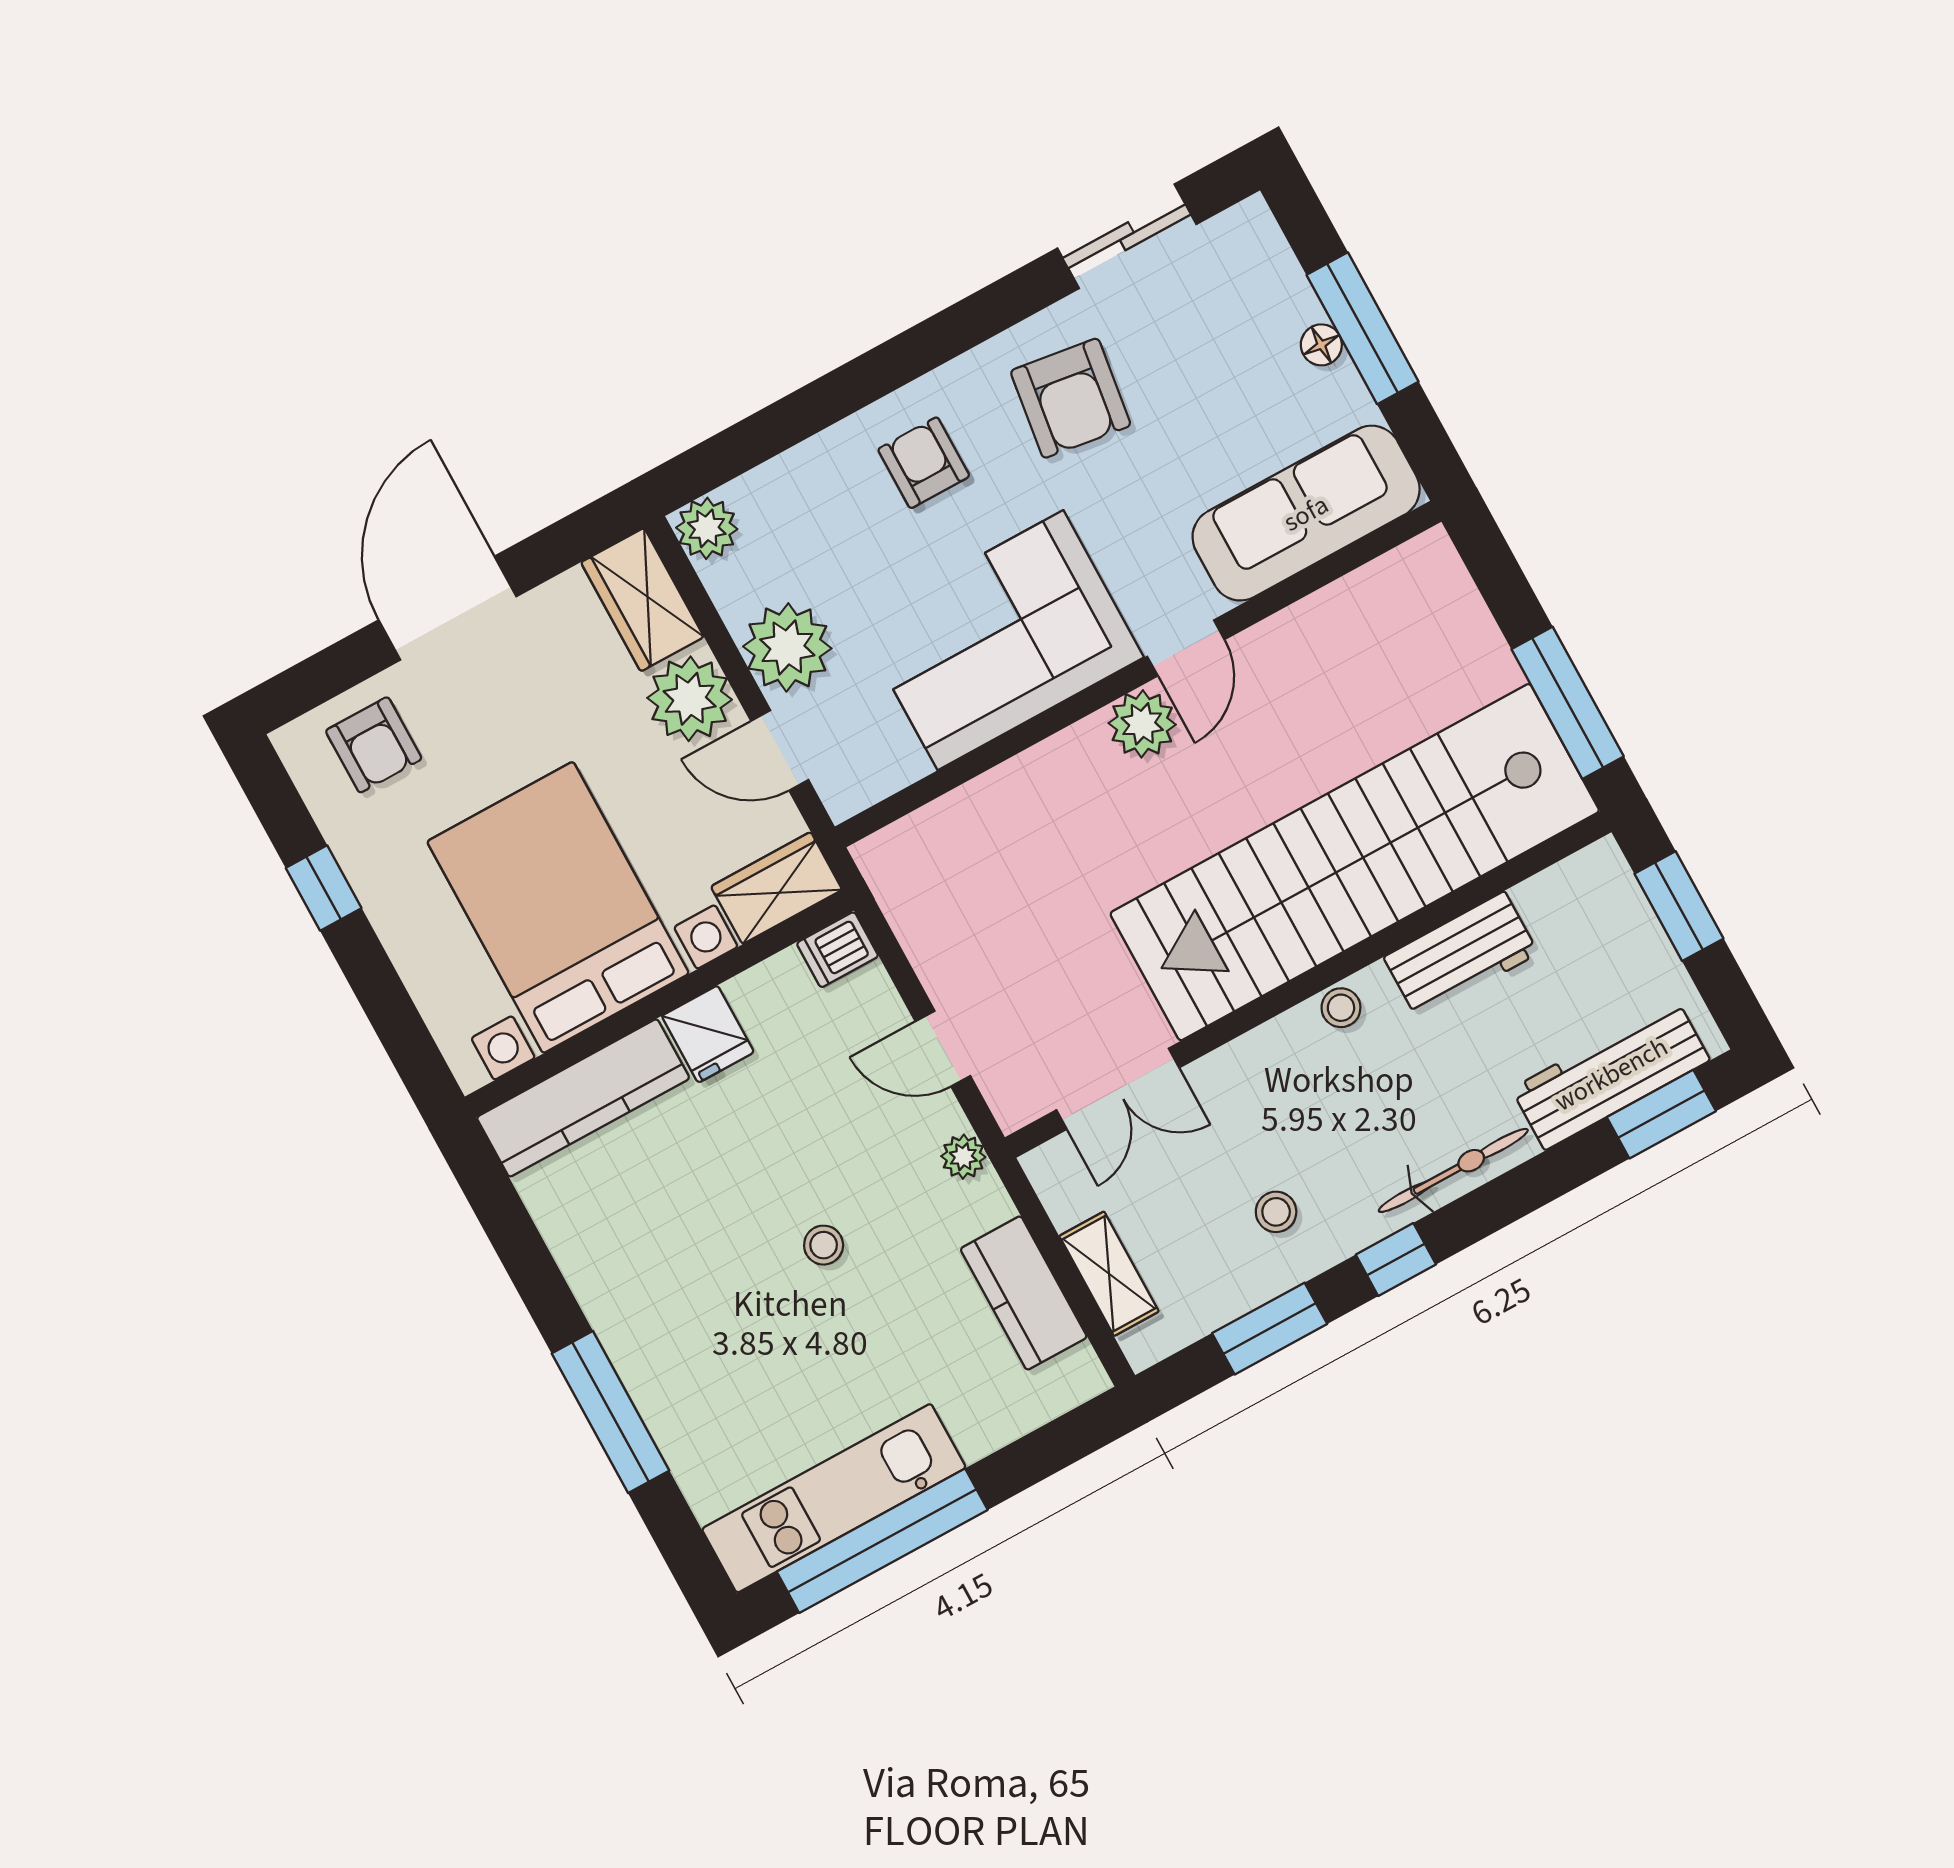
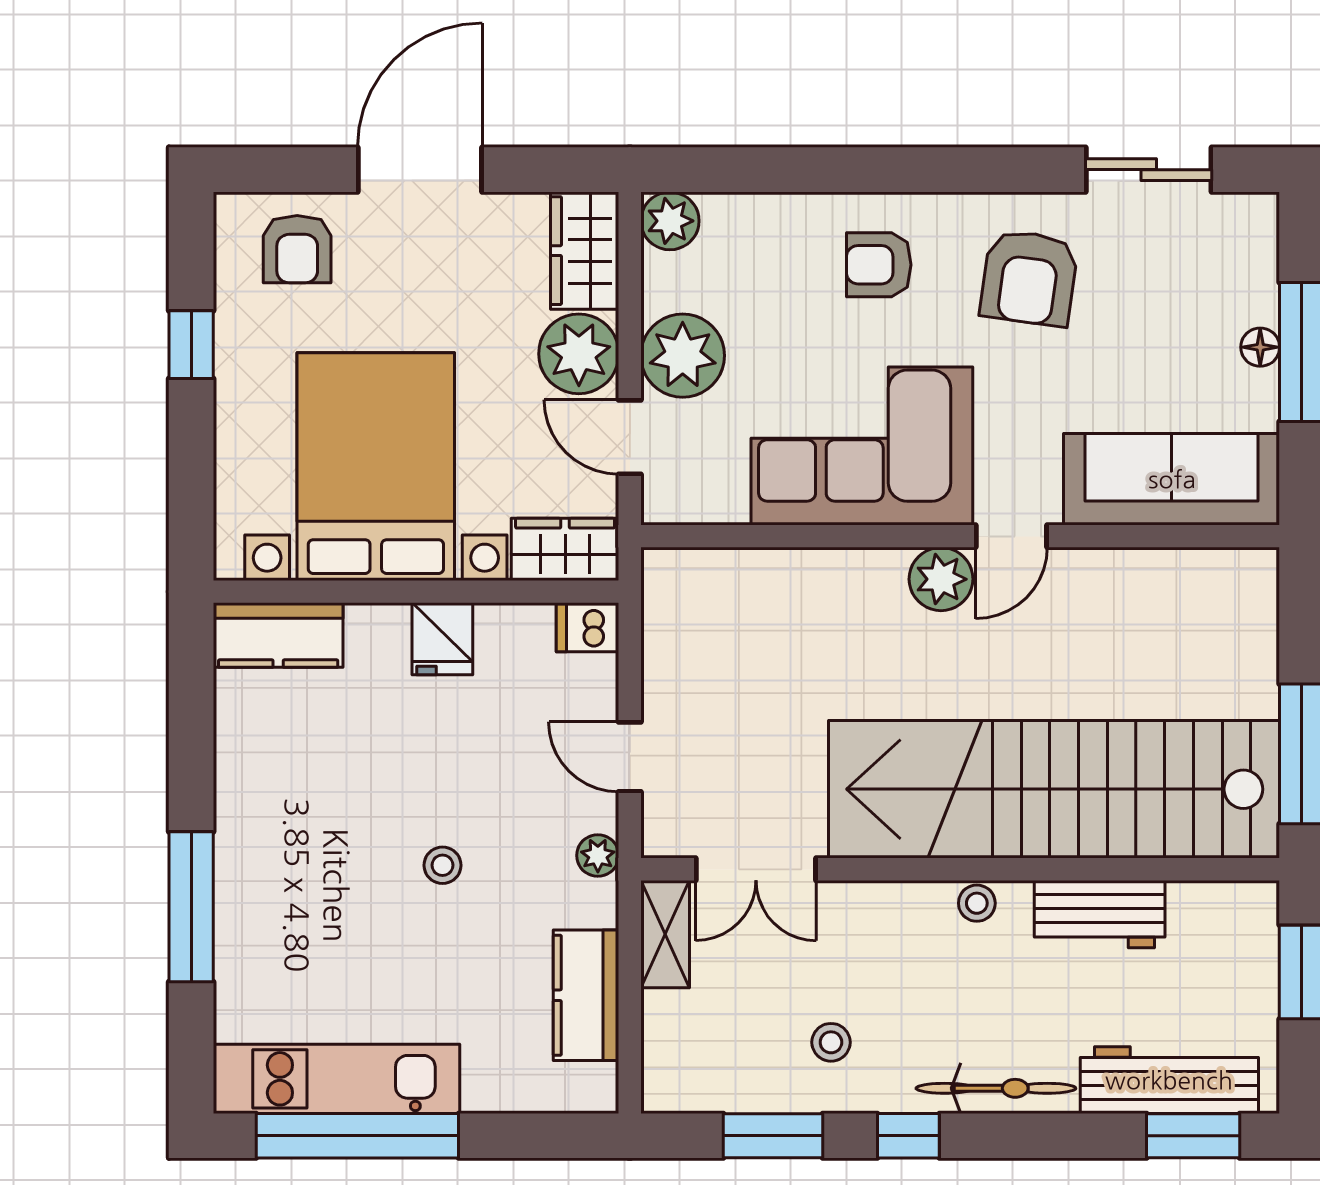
armchair: (924, 463) -> (879, 265), turned -90
kitchen counter: (583, 1098) -> (278, 635), width x0.67
shelving: (1109, 1274) -> (665, 934), moved

